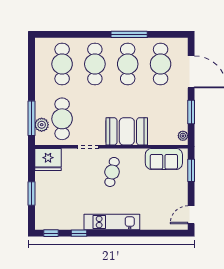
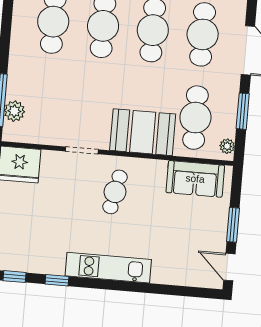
cafe table: (62, 119) -> (195, 118), moved
window: (191, 170) -> (233, 225), moved
door: (191, 215) -> (229, 267), hinge flipped

